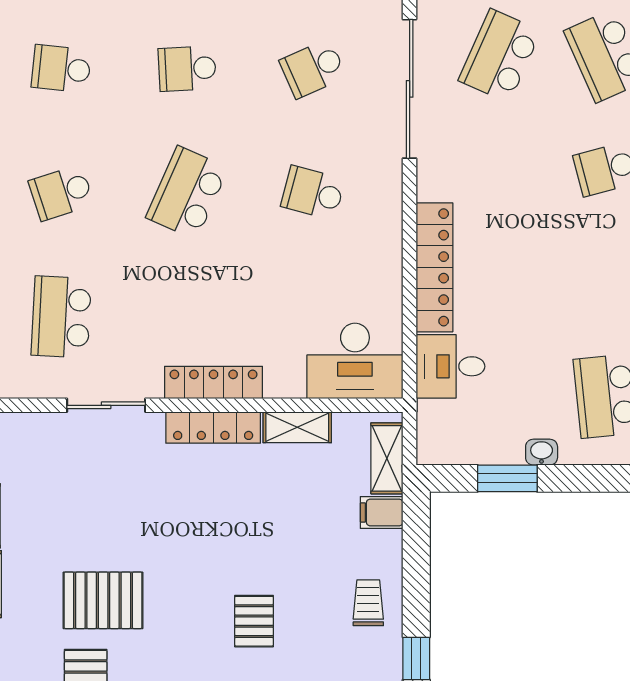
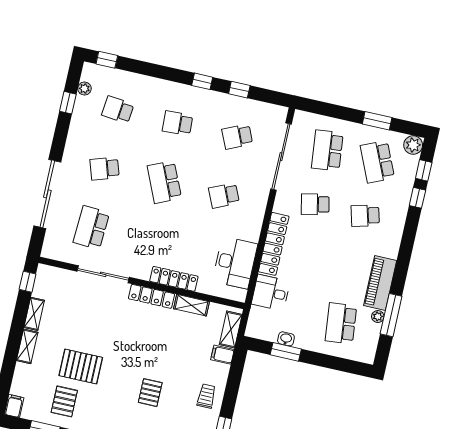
school desk: (500, 56) -> (327, 150), turned -30
school desk: (500, 169) -> (315, 204), added
school desk: (187, 193) -> (164, 182), turned -48
school desk: (313, 193) -> (224, 196), turned -39
desk: (355, 361) -> (235, 263), moved, turned -90
locker: (214, 382) -> (174, 279), moved
sliding door: (106, 405) -> (103, 274), width x1.37
washbasin: (542, 452) -> (286, 339), moved

